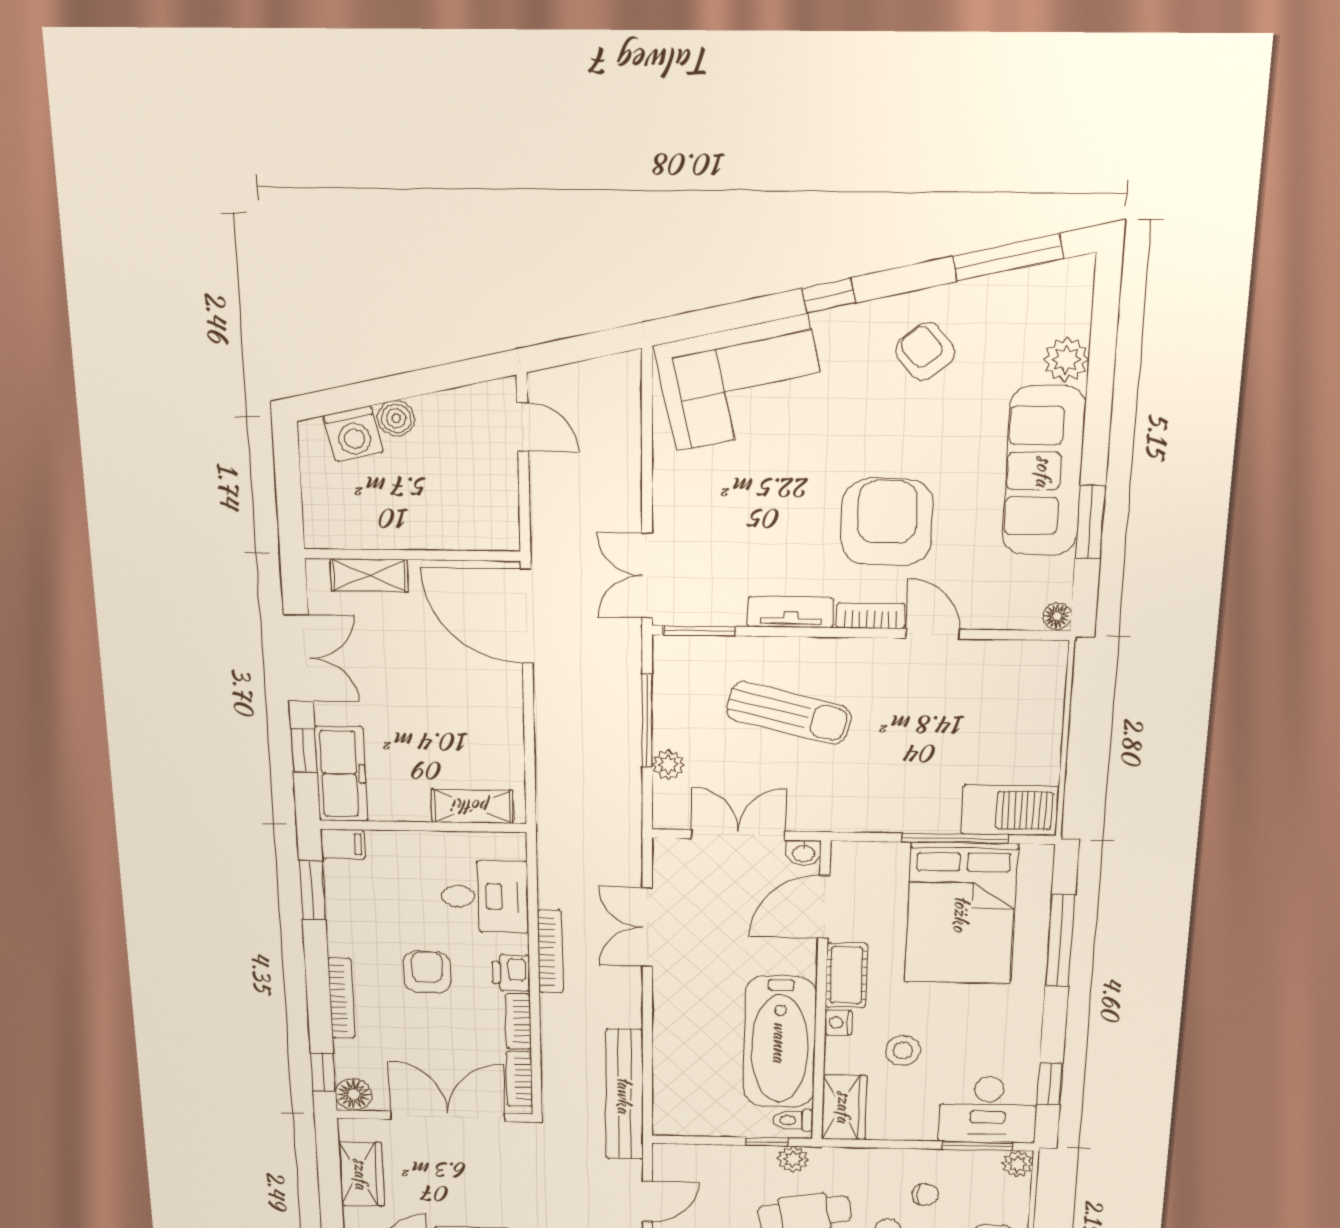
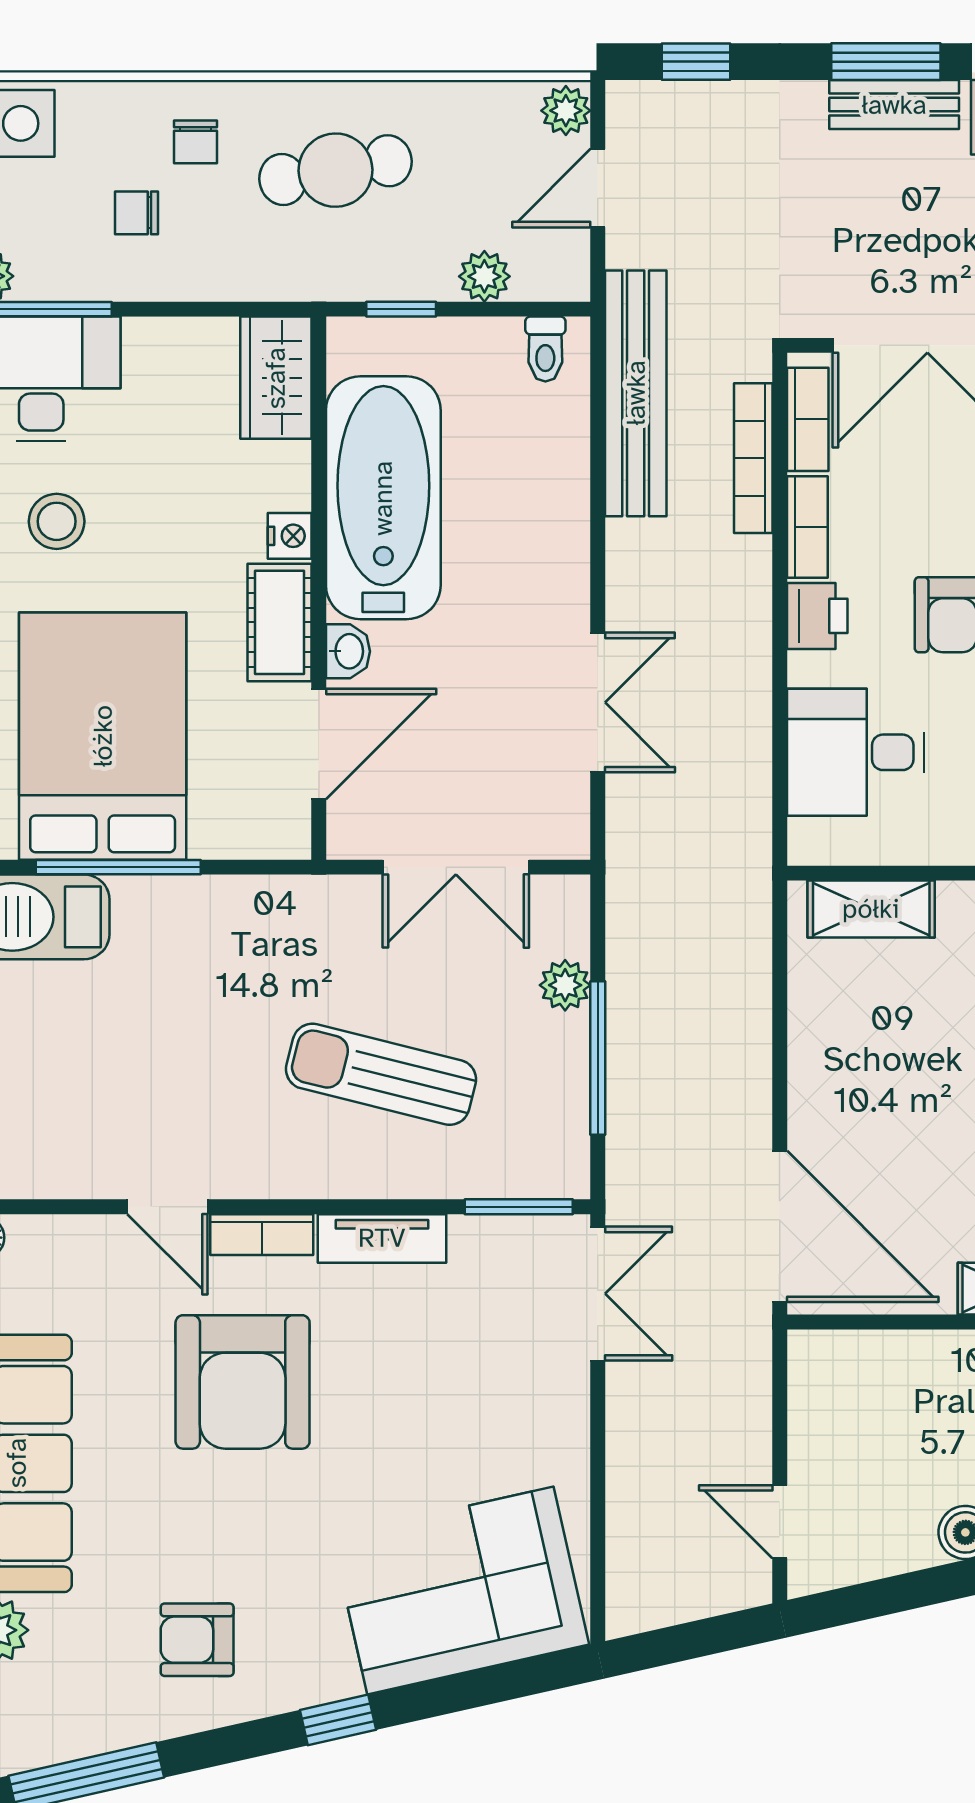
armchair: (925, 352) -> (197, 1640), turned 129
washbasin: (803, 853) -> (348, 651), moved, turned 90
bookcase: (550, 951) -> (753, 458), moved
stool: (903, 1050) -> (57, 521), moved
toilet: (793, 1120) -> (545, 349), moved, turned 90
plant: (793, 1159) -> (484, 276), moved

